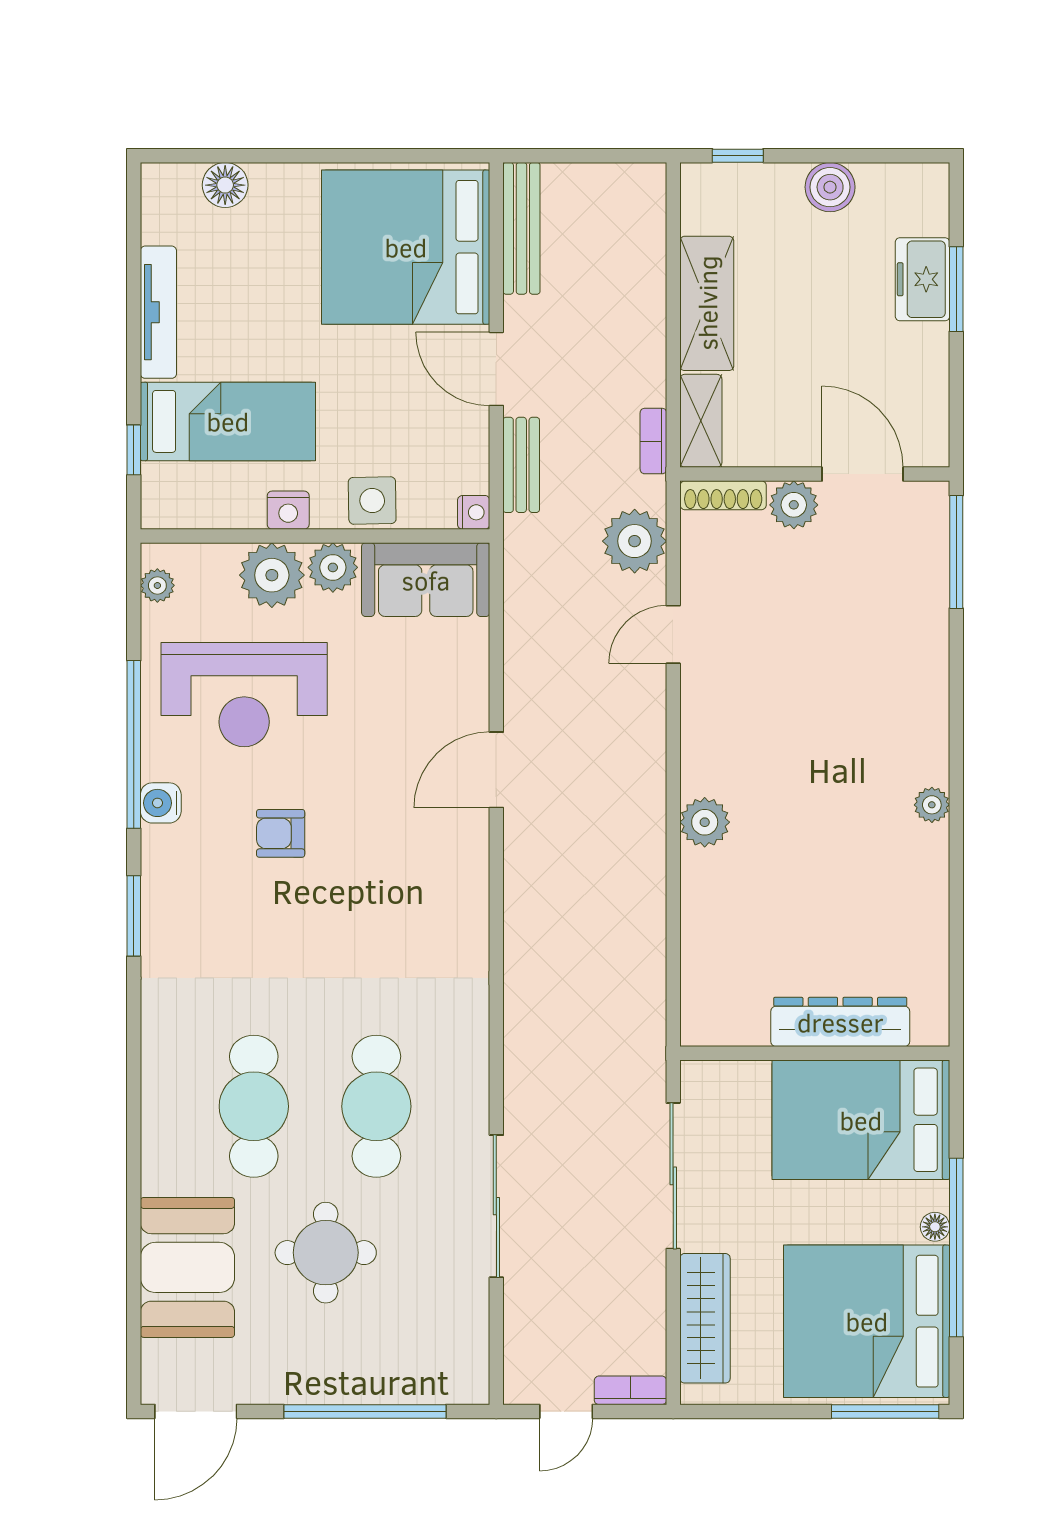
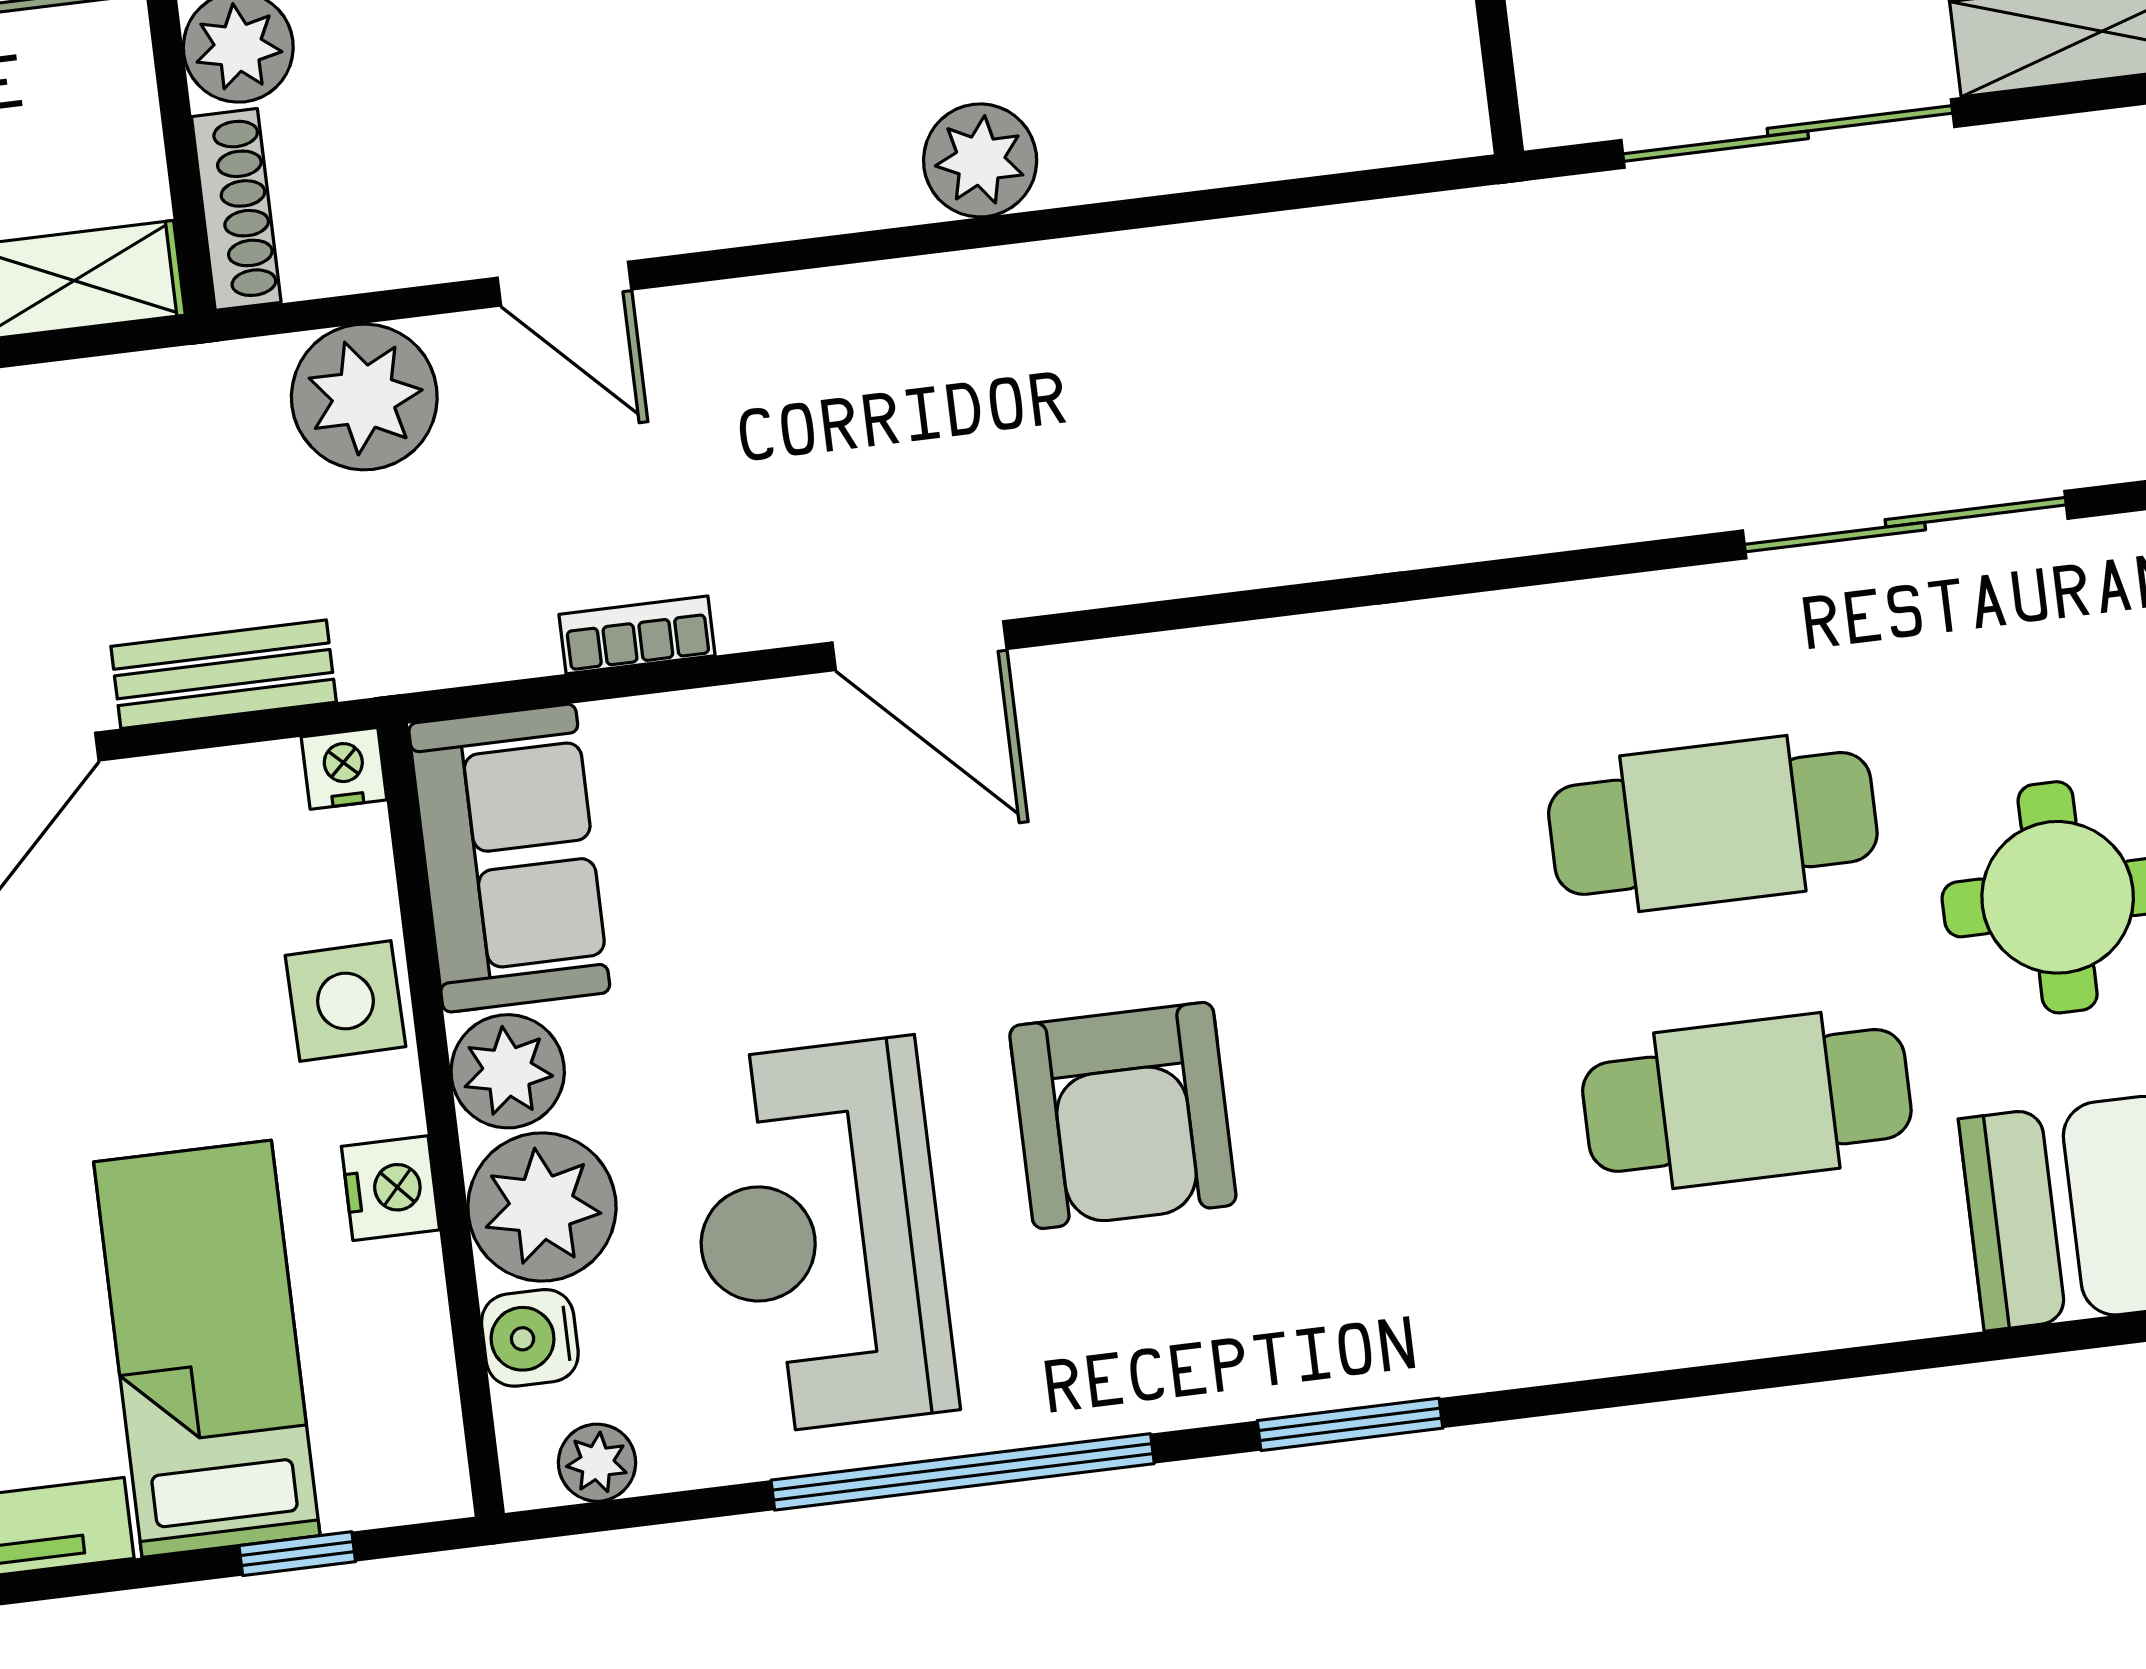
bookcase: (653, 441) -> (637, 635), moved, turned 180
reception desk: (244, 695) -> (820, 1236), turned 180
water cooler: (161, 803) -> (530, 1338), moved, turned 90
armchair: (281, 833) -> (1123, 1115), width x1.88, depth x1.88

